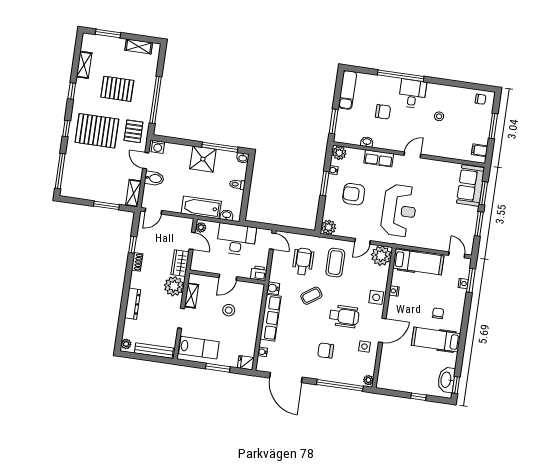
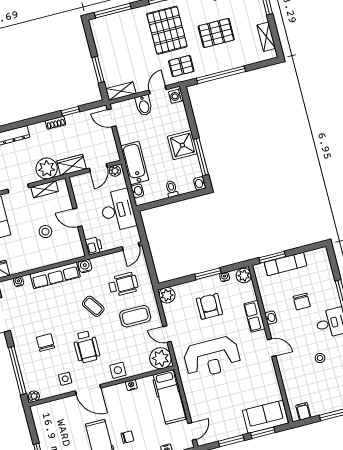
pallet: (117, 89) -> (216, 33), turned 90
exam couch: (348, 90) -> (285, 264), moved
washbasin: (367, 142) -> (271, 318), moved

